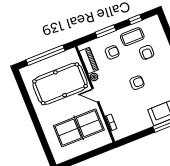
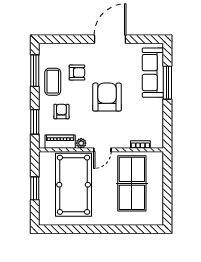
window: (135, 20) -> (35, 71), width x2.17
window: (106, 31) -> (35, 122), moved
window: (45, 55) -> (35, 188), width x0.47
armchair: (137, 83) -> (107, 97), width x1.88, depth x1.88

